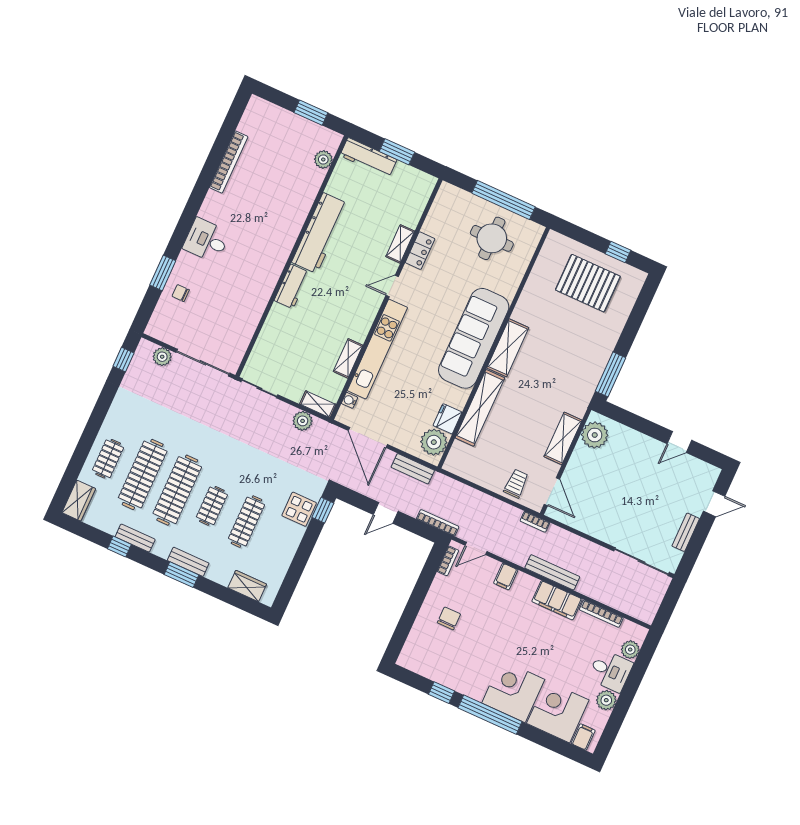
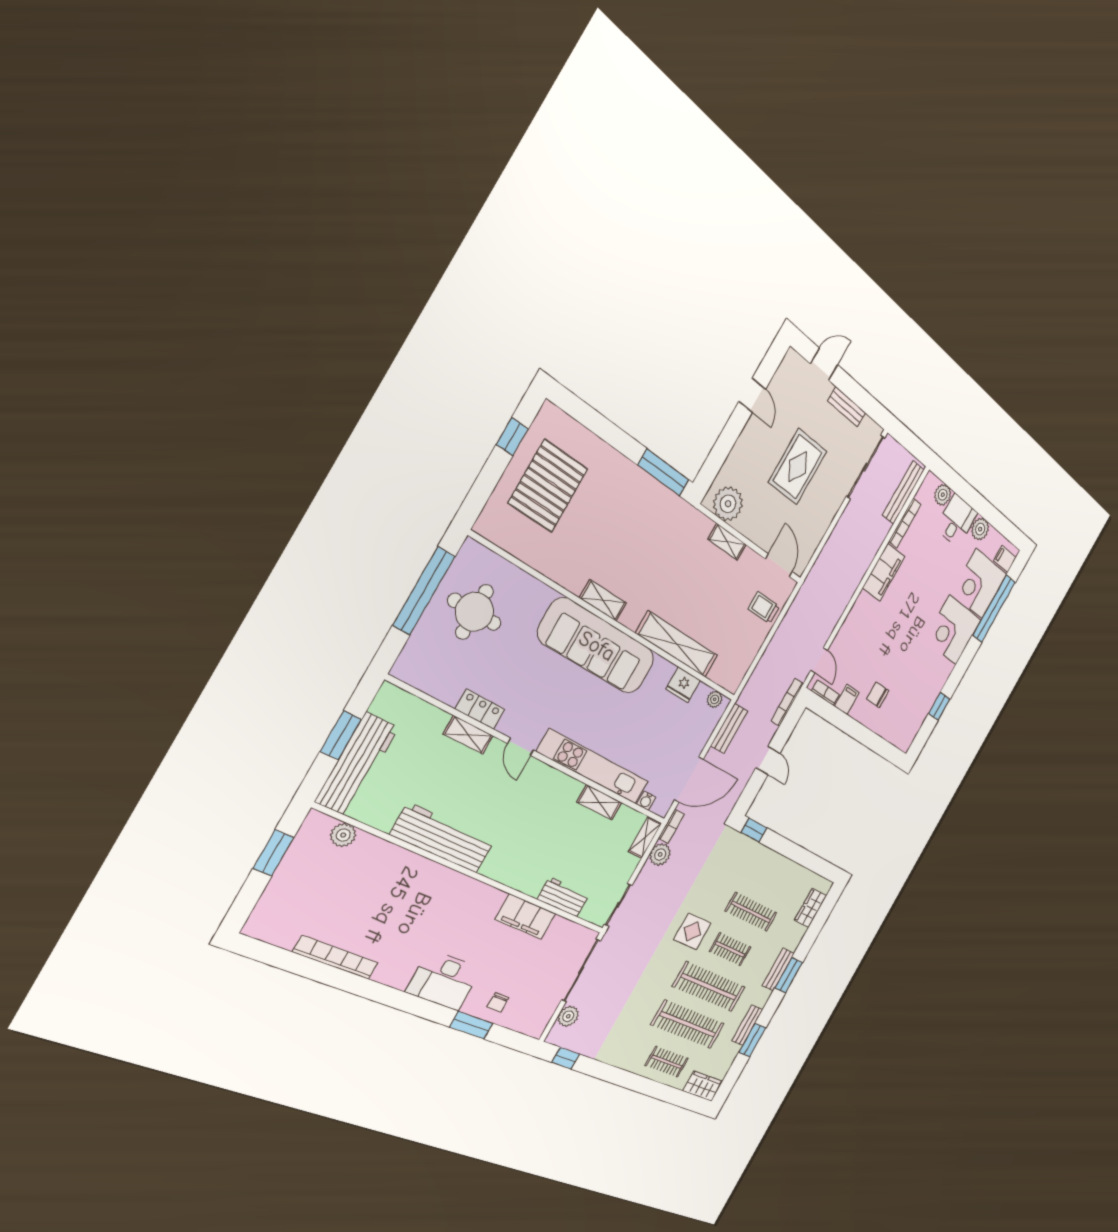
workbench: (368, 158) -> (357, 764), width x1.36, depth x1.32
desk: (206, 240) -> (444, 980), width x1.37
workbench: (292, 286) -> (563, 897), moved
filing cabinet: (253, 307) -> (525, 917), added
shelving: (508, 348) -> (603, 600), width x0.67, depth x0.75
shelving: (563, 438) -> (727, 542), width x0.67, depth x0.75
plant: (434, 442) -> (715, 699), width x0.53, depth x0.53
door: (552, 492) -> (779, 565), hinge flipped
rug: (632, 494) -> (798, 467), added
door: (714, 504) -> (824, 364), hinge flipped
display table: (299, 509) -> (692, 931), moved
bookcase: (535, 522) -> (671, 826), moved
window: (119, 547) -> (752, 1040), width x1.50
bench: (552, 572) -> (903, 492), moved
filing cabinet: (506, 577) -> (847, 699), moved, turned -90
window: (490, 715) -> (994, 609), moved

